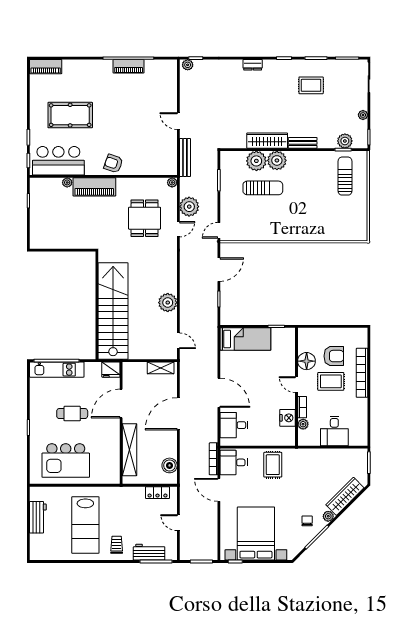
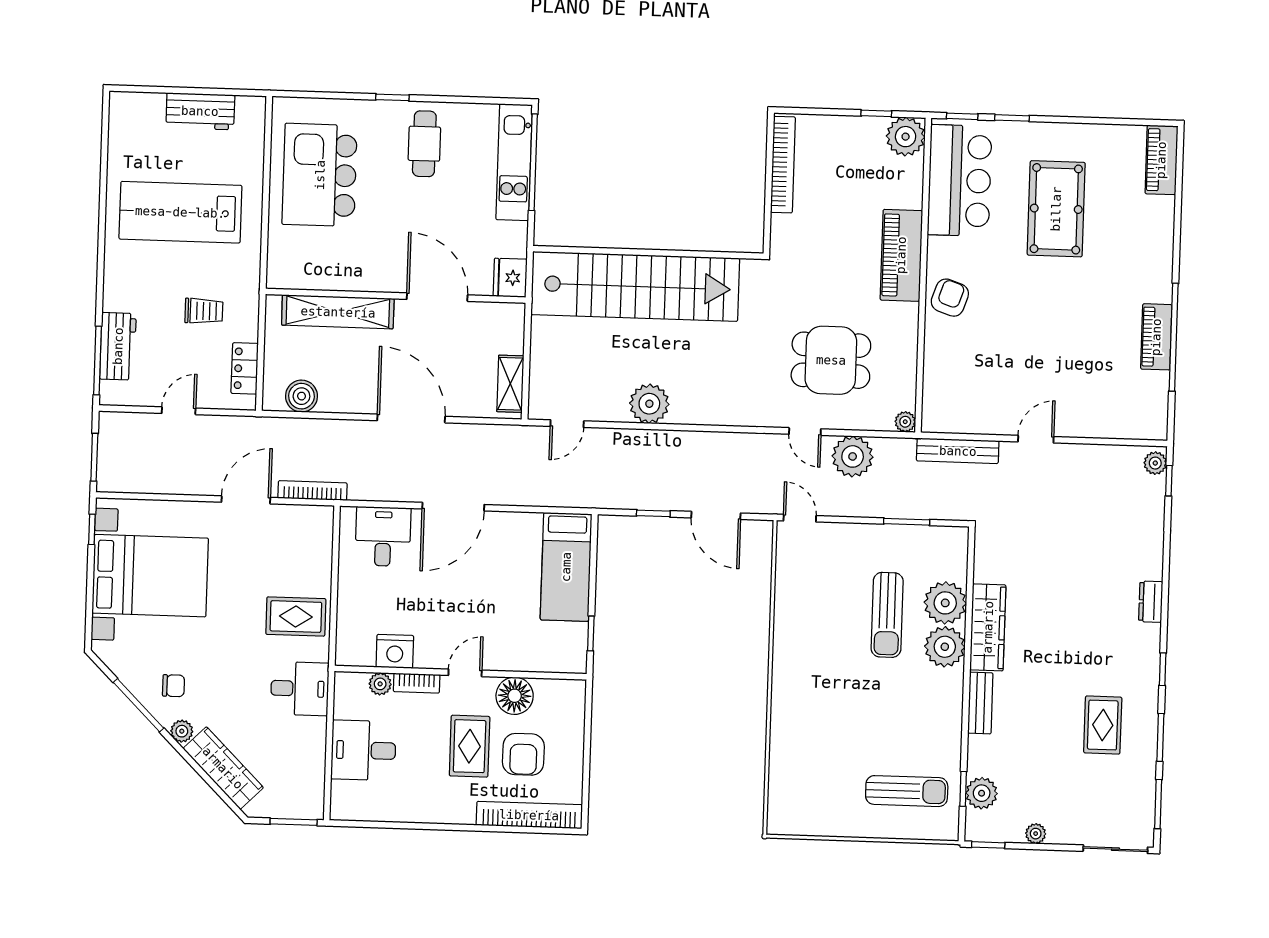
plant: (67, 182) -> (906, 137), moved, width x1.87, depth x1.87
bookcase: (54, 244) -> (783, 165), added
bookcase: (362, 373) -> (529, 815), moved
cafe table: (72, 414) -> (424, 144), moved
desk: (234, 462) -> (300, 689), moved, turned 90
trolley: (117, 545) -> (204, 311), moved

